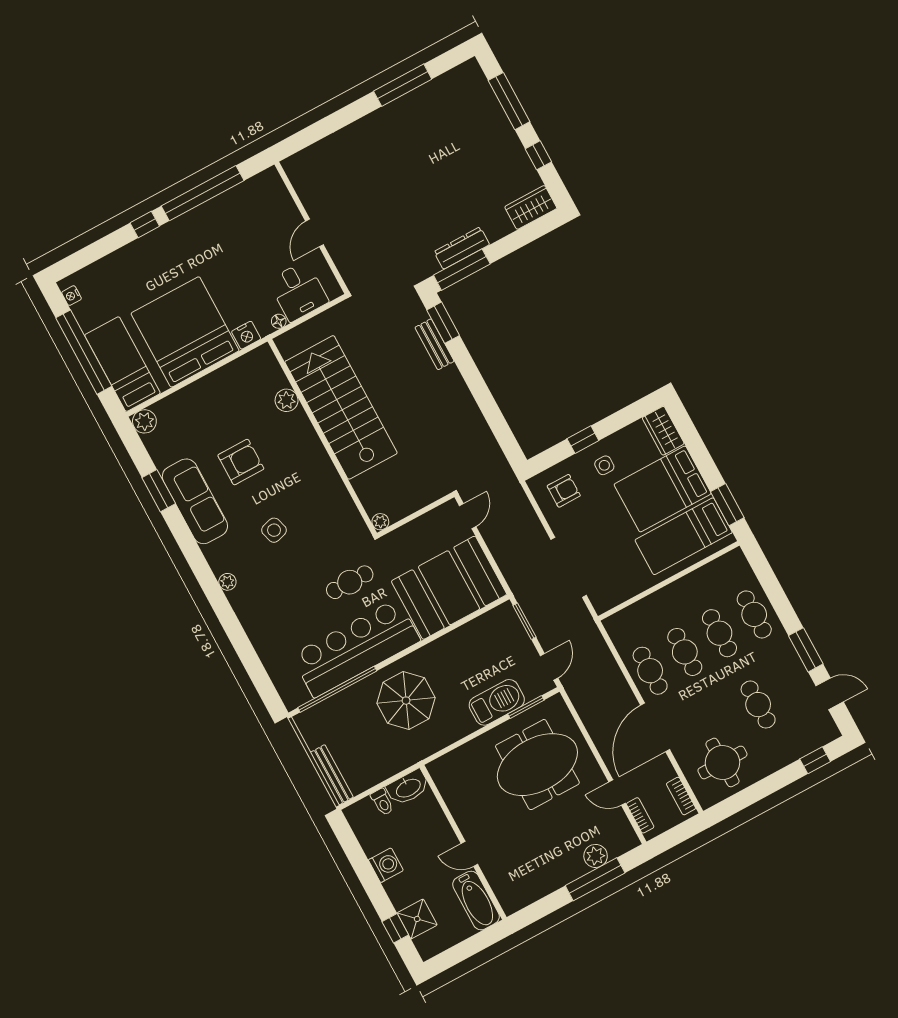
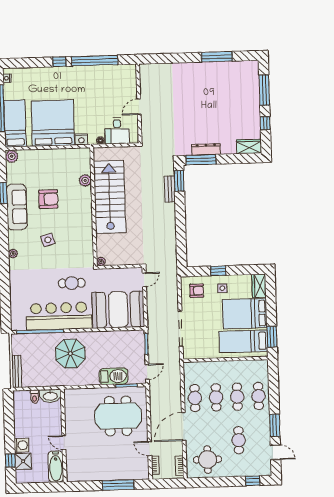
plant: (596, 856) -> (124, 474), removed
washing machine: (386, 865) -> (22, 445), moved

